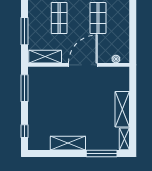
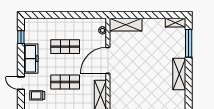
door: (83, 65) -> (108, 60), hinge flipped
shelving: (122, 109) -> (126, 25), moved

